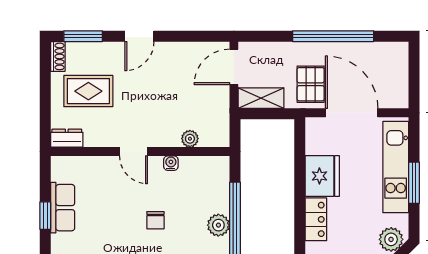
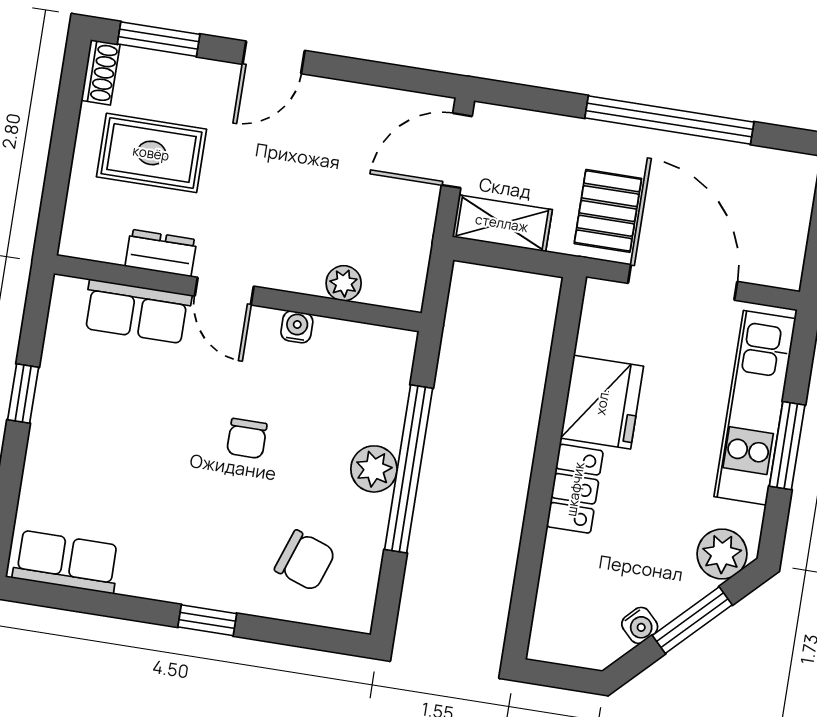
dresser: (67, 138) -> (161, 253), moved
row of seats: (63, 208) -> (137, 312), moved, turned 90

